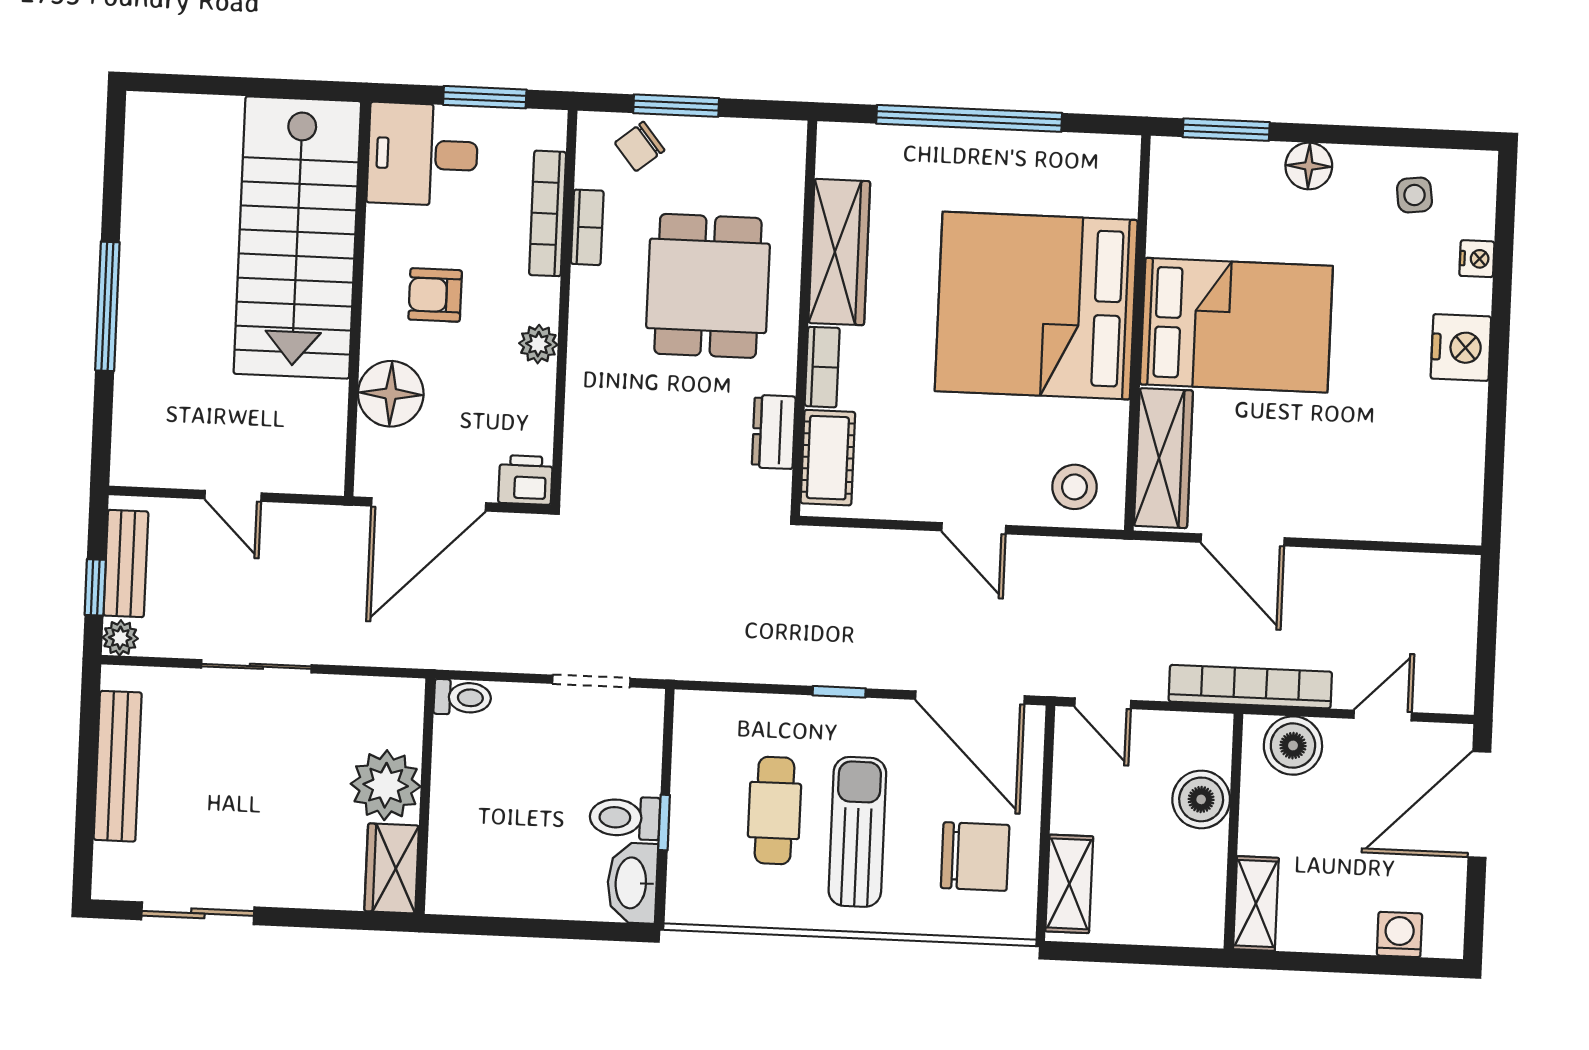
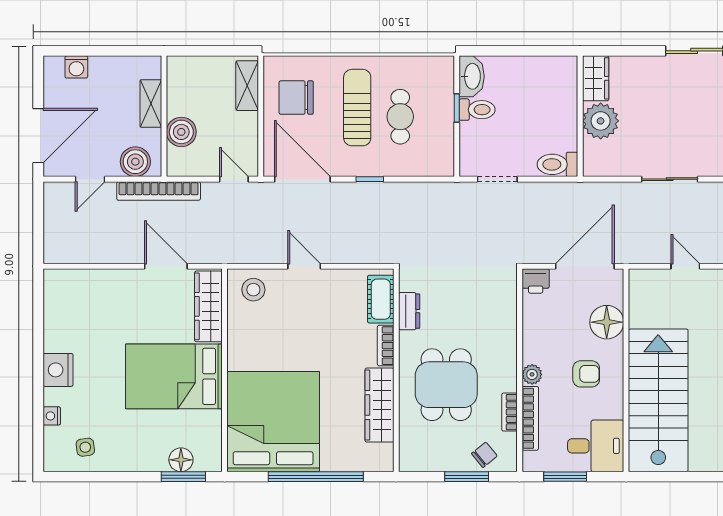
floor lamp: (1309, 166) -> (181, 460), moved
bed: (1036, 306) -> (273, 422), moved, turned -90
plant: (538, 344) -> (532, 374), moved
toilet: (462, 697) -> (557, 164), width x1.37, depth x1.39
sun lounger: (857, 832) -> (357, 108), turned 180
shelving: (1256, 904) -> (151, 103), moved

